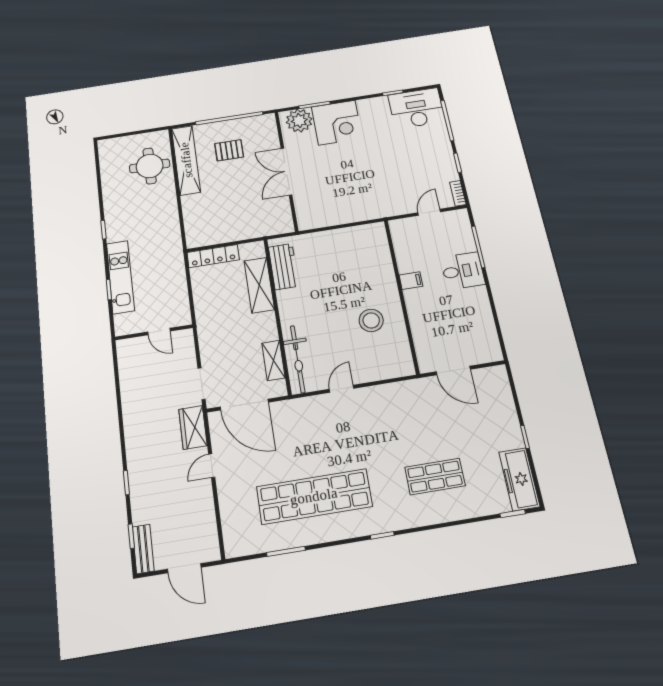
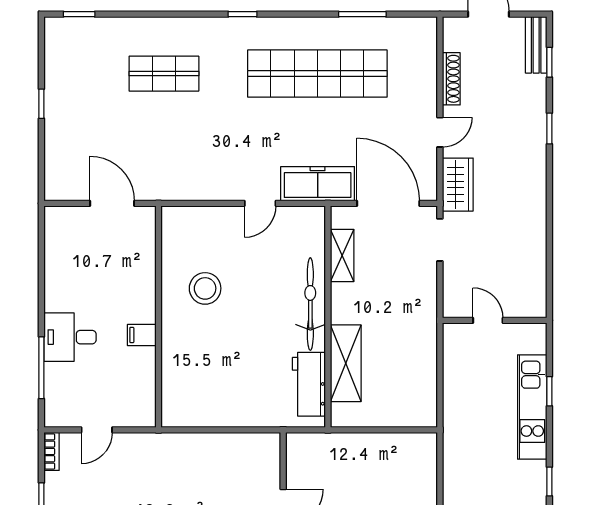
locker: (213, 256) -> (402, 416), removed
bicycle: (298, 359) -> (310, 304), moved
freezer: (519, 479) -> (318, 184), moved, turned -90
shoe rack: (208, 510) -> (451, 79), added

